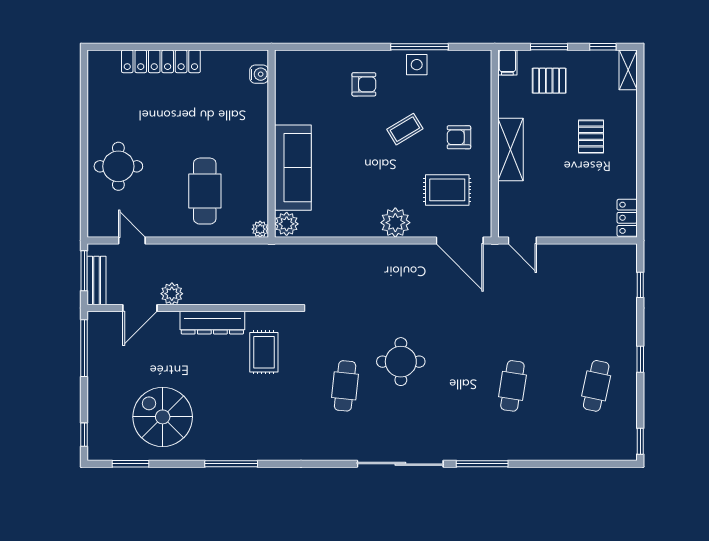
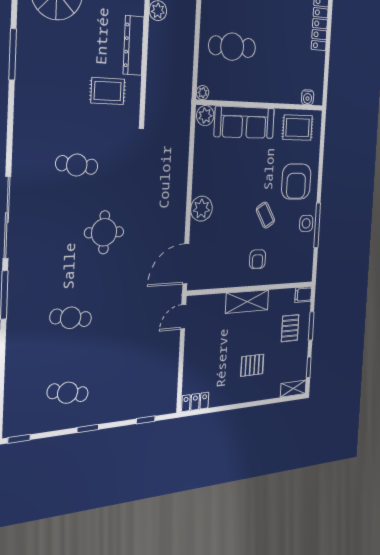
armchair: (364, 84) -> (296, 182), width x1.88, depth x1.88
armchair: (459, 137) -> (258, 259), turned 180
rug: (447, 190) -> (298, 128), moved, turned 90
round table: (401, 362) -> (104, 232), moved

